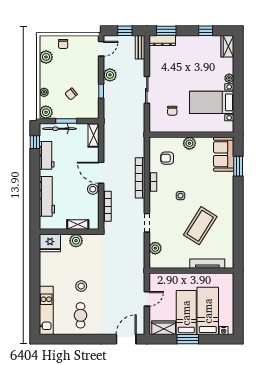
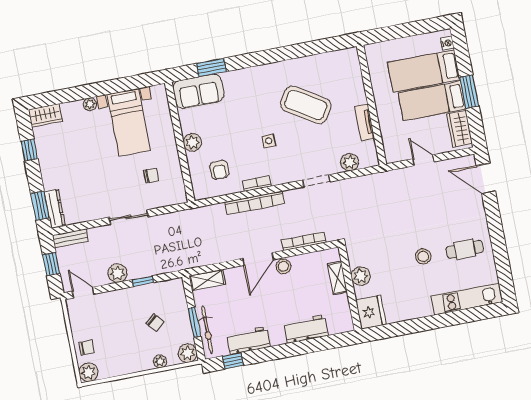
plant: (46, 57) -> (88, 372), moved
workbench: (47, 196) -> (306, 329), width x0.73
tv unit: (207, 264) -> (365, 122), moved, width x0.71

